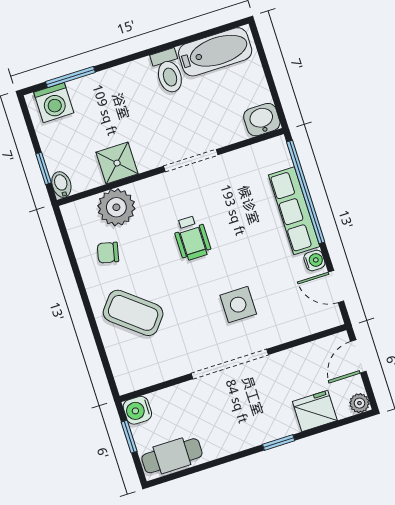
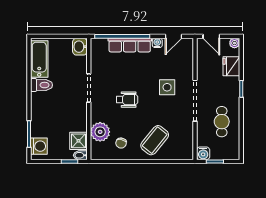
shower: (117, 163) -> (78, 141), moved
cafe table: (172, 456) -> (222, 122), moved

